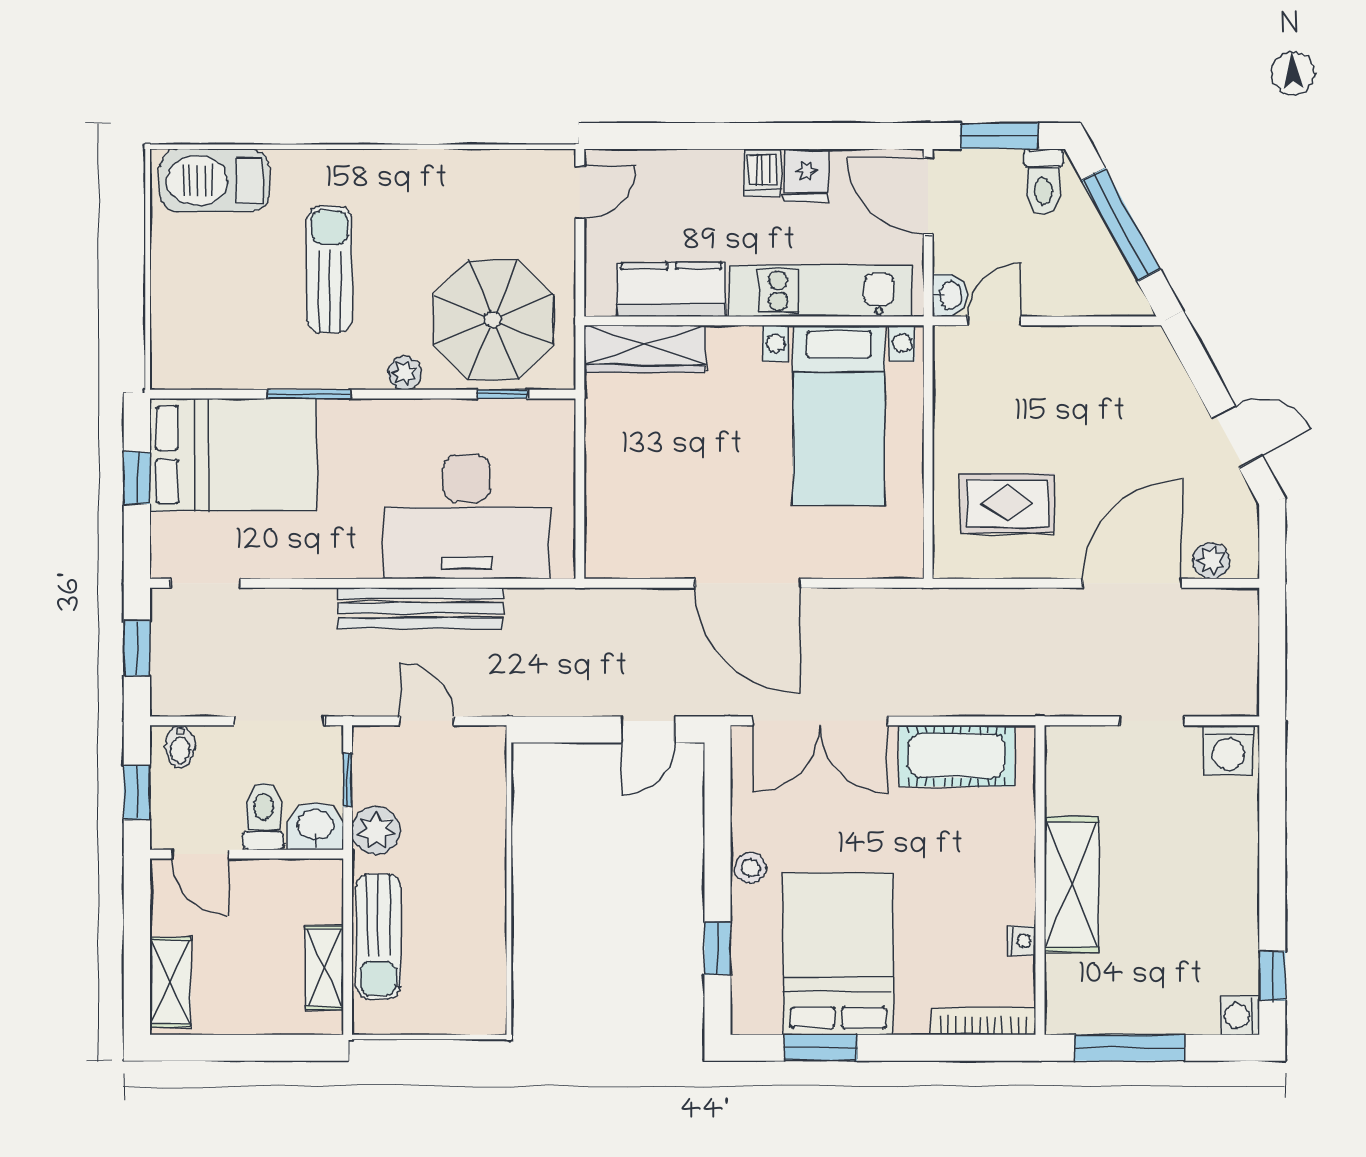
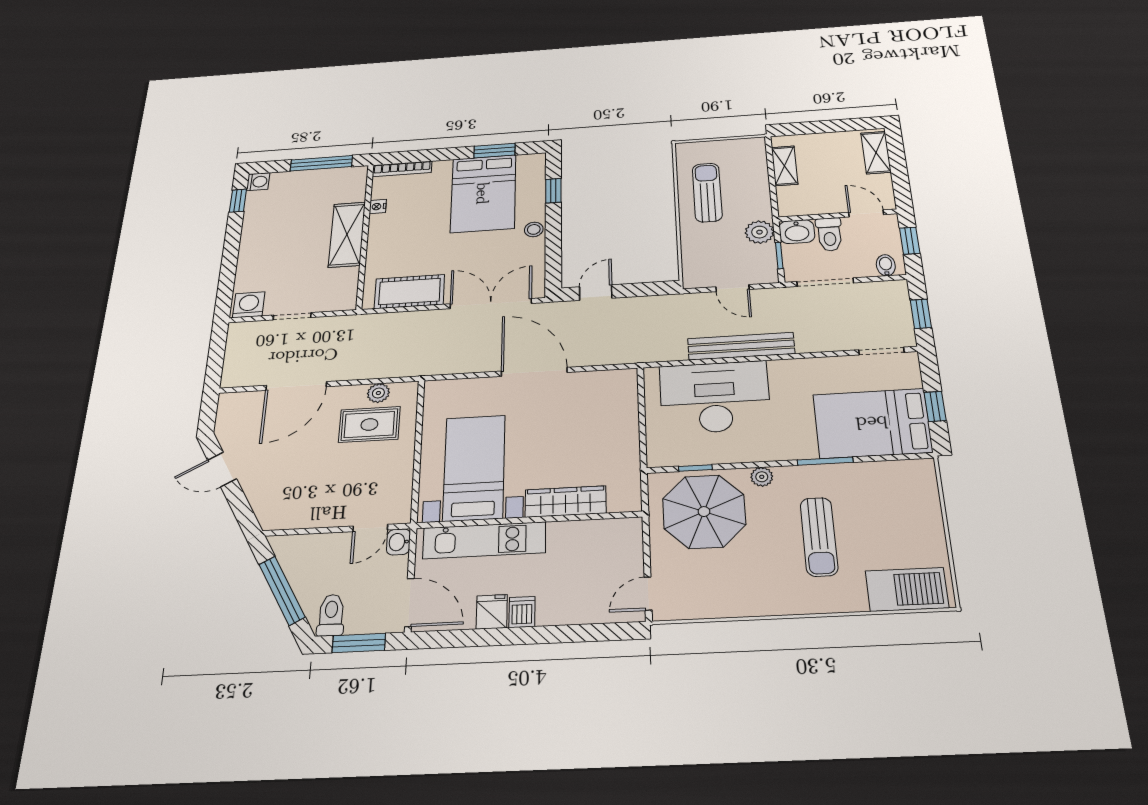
kitchen counter: (671, 290) -> (584, 536), removed
wardrobe: (645, 349) -> (566, 502), moved
plant: (1211, 561) -> (378, 393), moved
sun lounger: (378, 936) -> (707, 192), moved

